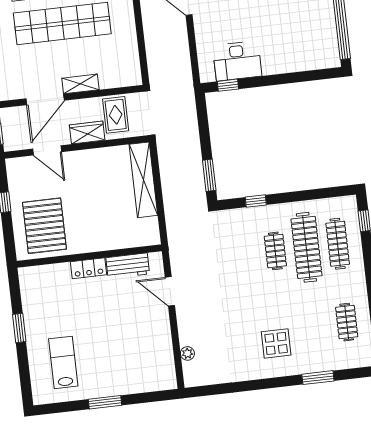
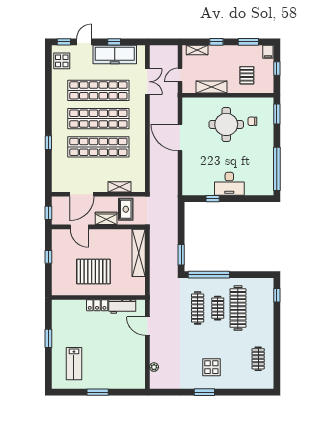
desk: (237, 61) -> (229, 184), moved
shelving: (80, 84) -> (119, 187), moved
window: (228, 85) -> (213, 199), moved
window: (256, 201) -> (209, 275), width x3.17
pallet: (44, 226) -> (93, 272), moved, turned 90
clothes rail: (338, 244) -> (198, 308), moved
lab bench: (63, 362) -> (74, 364), turned 180
window: (318, 378) -> (204, 392), moved

